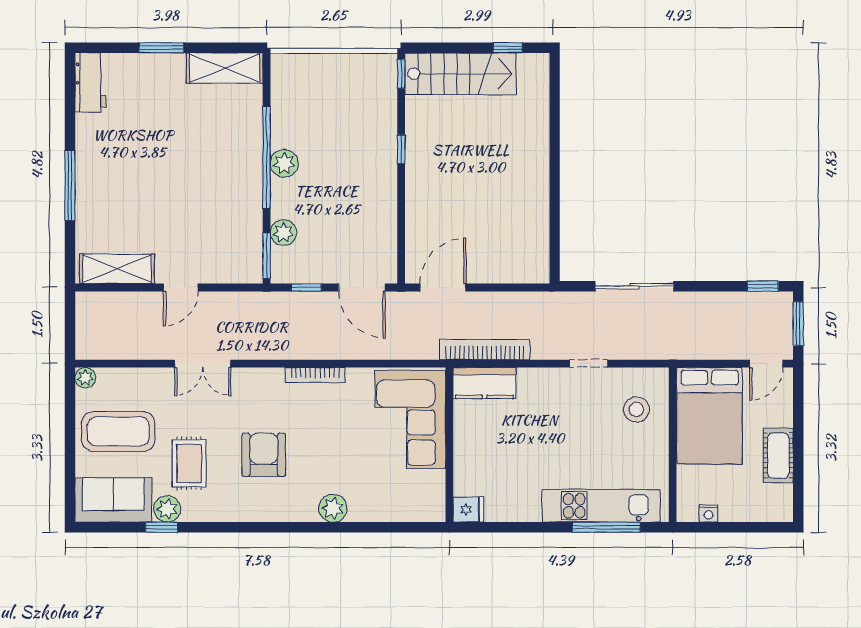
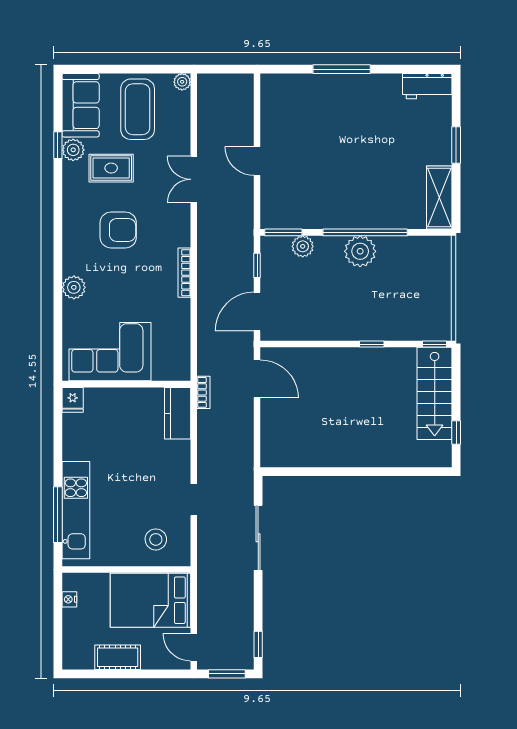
plant: (284, 163) -> (360, 251), width x1.36, depth x1.36
shelving: (117, 269) -> (273, 108), removed
bookcase: (485, 350) -> (203, 392), width x0.43, depth x0.76
corner sofa: (410, 419) -> (110, 352), moved

